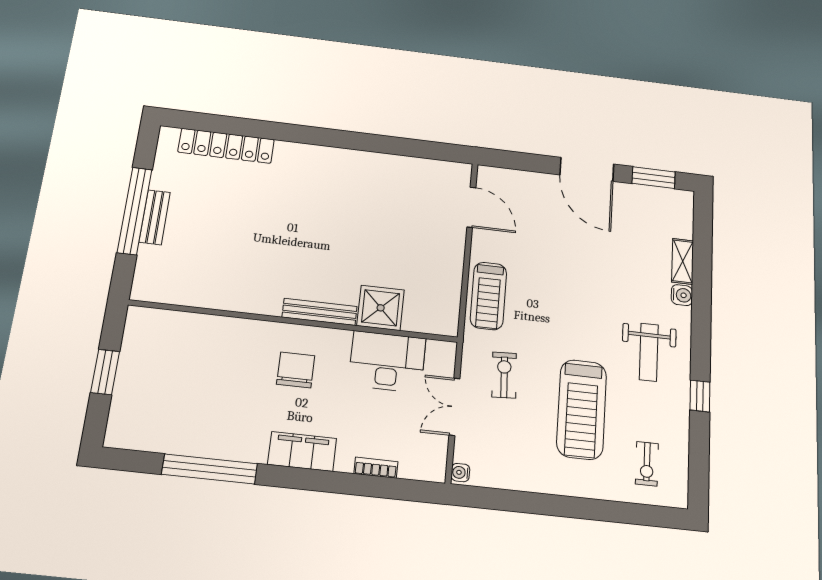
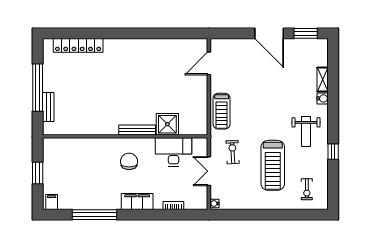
door: (471, 207) -> (209, 63), swing flipped
bench: (155, 217) -> (48, 107), moved
filing cabinet: (124, 433) -> (52, 202), added

